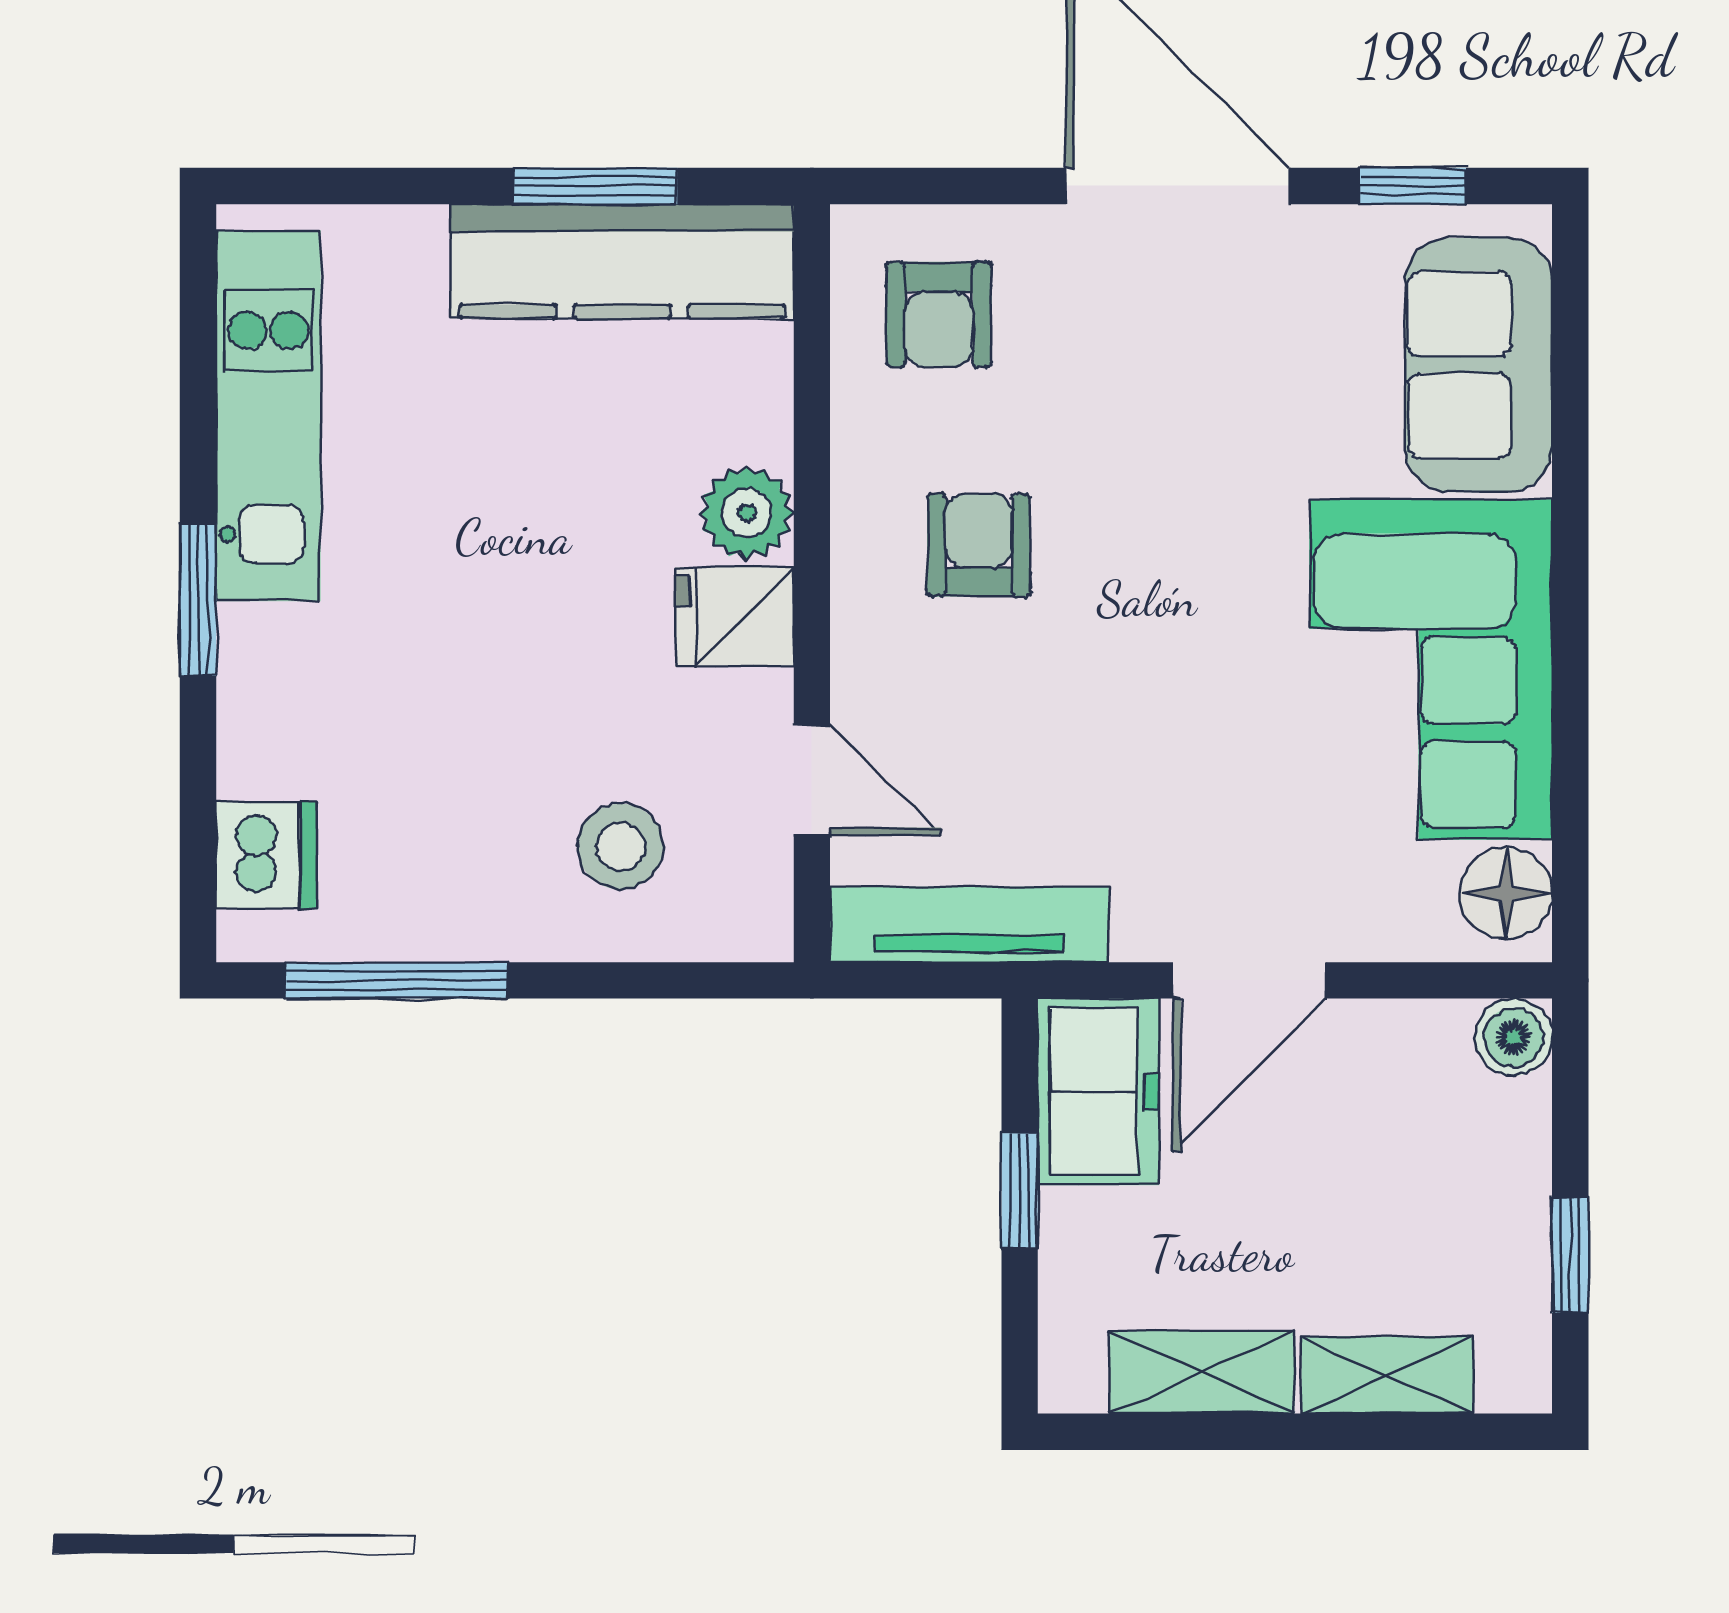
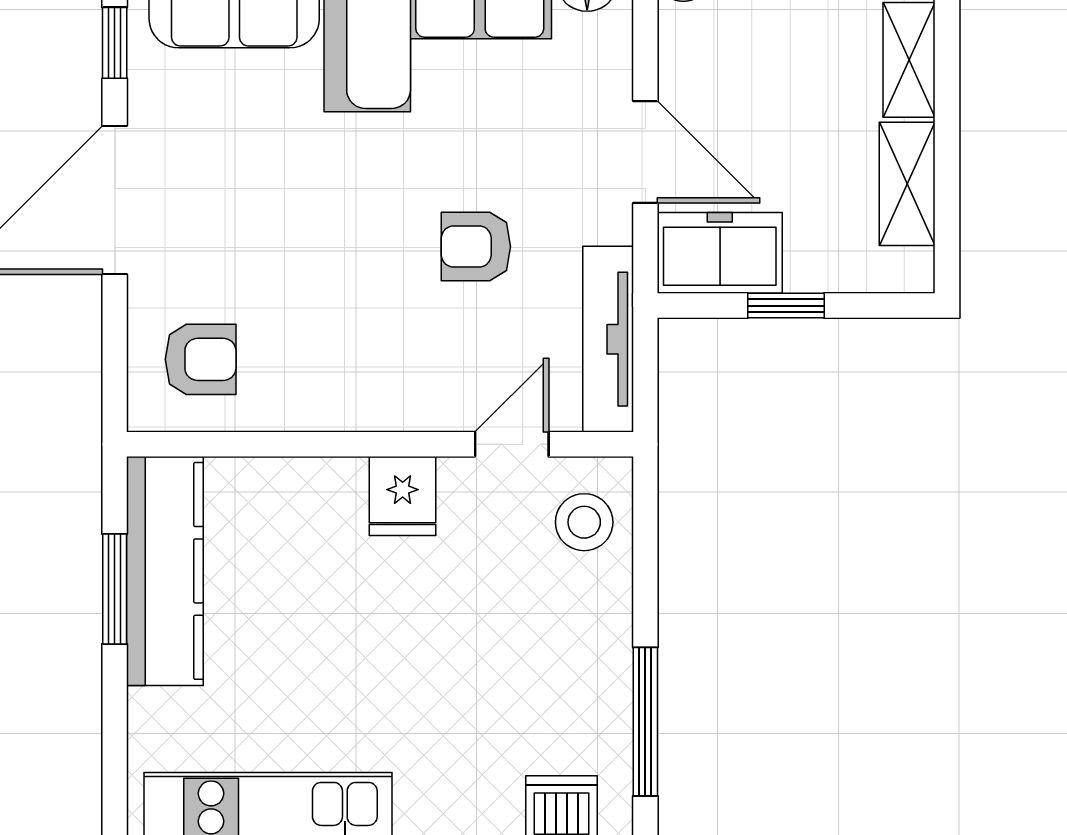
plant: (747, 513) -> (333, 488), removed
armchair: (979, 545) -> (476, 247), moved
stool: (620, 847) -> (584, 522), moved

